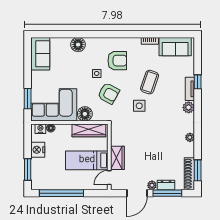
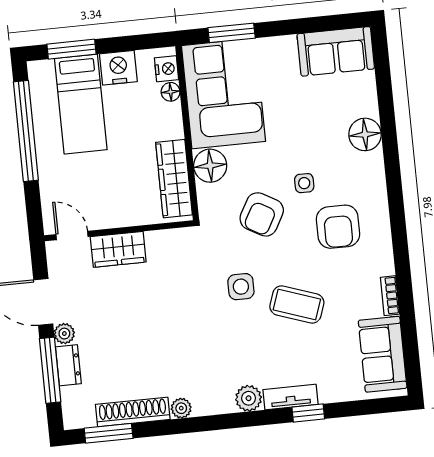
bed: (87, 160) -> (81, 104), moved, turned 180
shoe rack: (189, 174) -> (133, 412), moved

